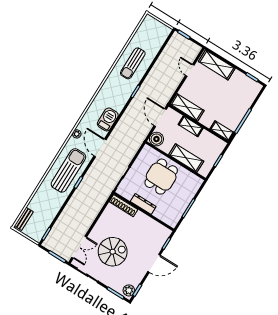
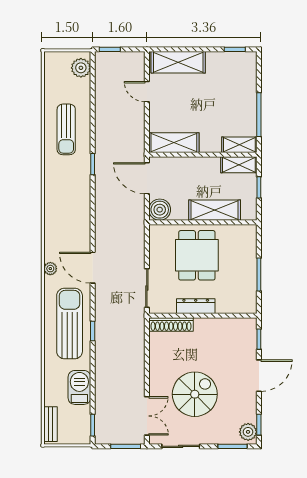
plant: (162, 35) -> (81, 68), added
barbecue: (108, 119) -> (79, 387), moved
shelving: (191, 126) -> (239, 165), moved

